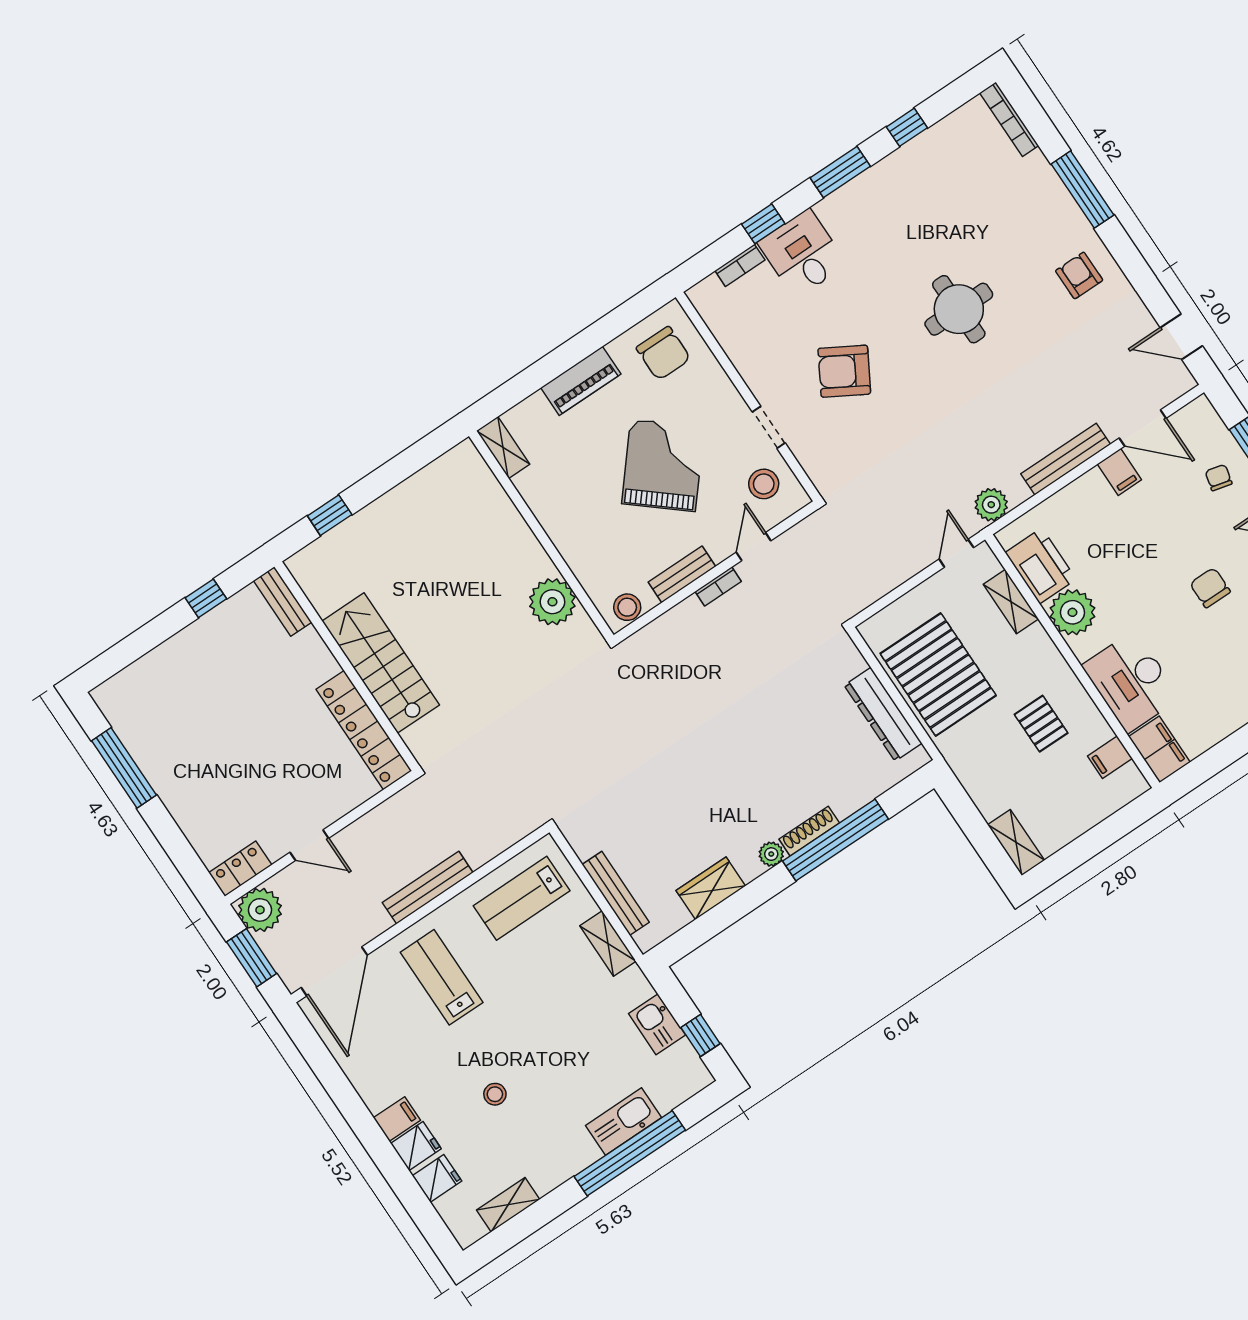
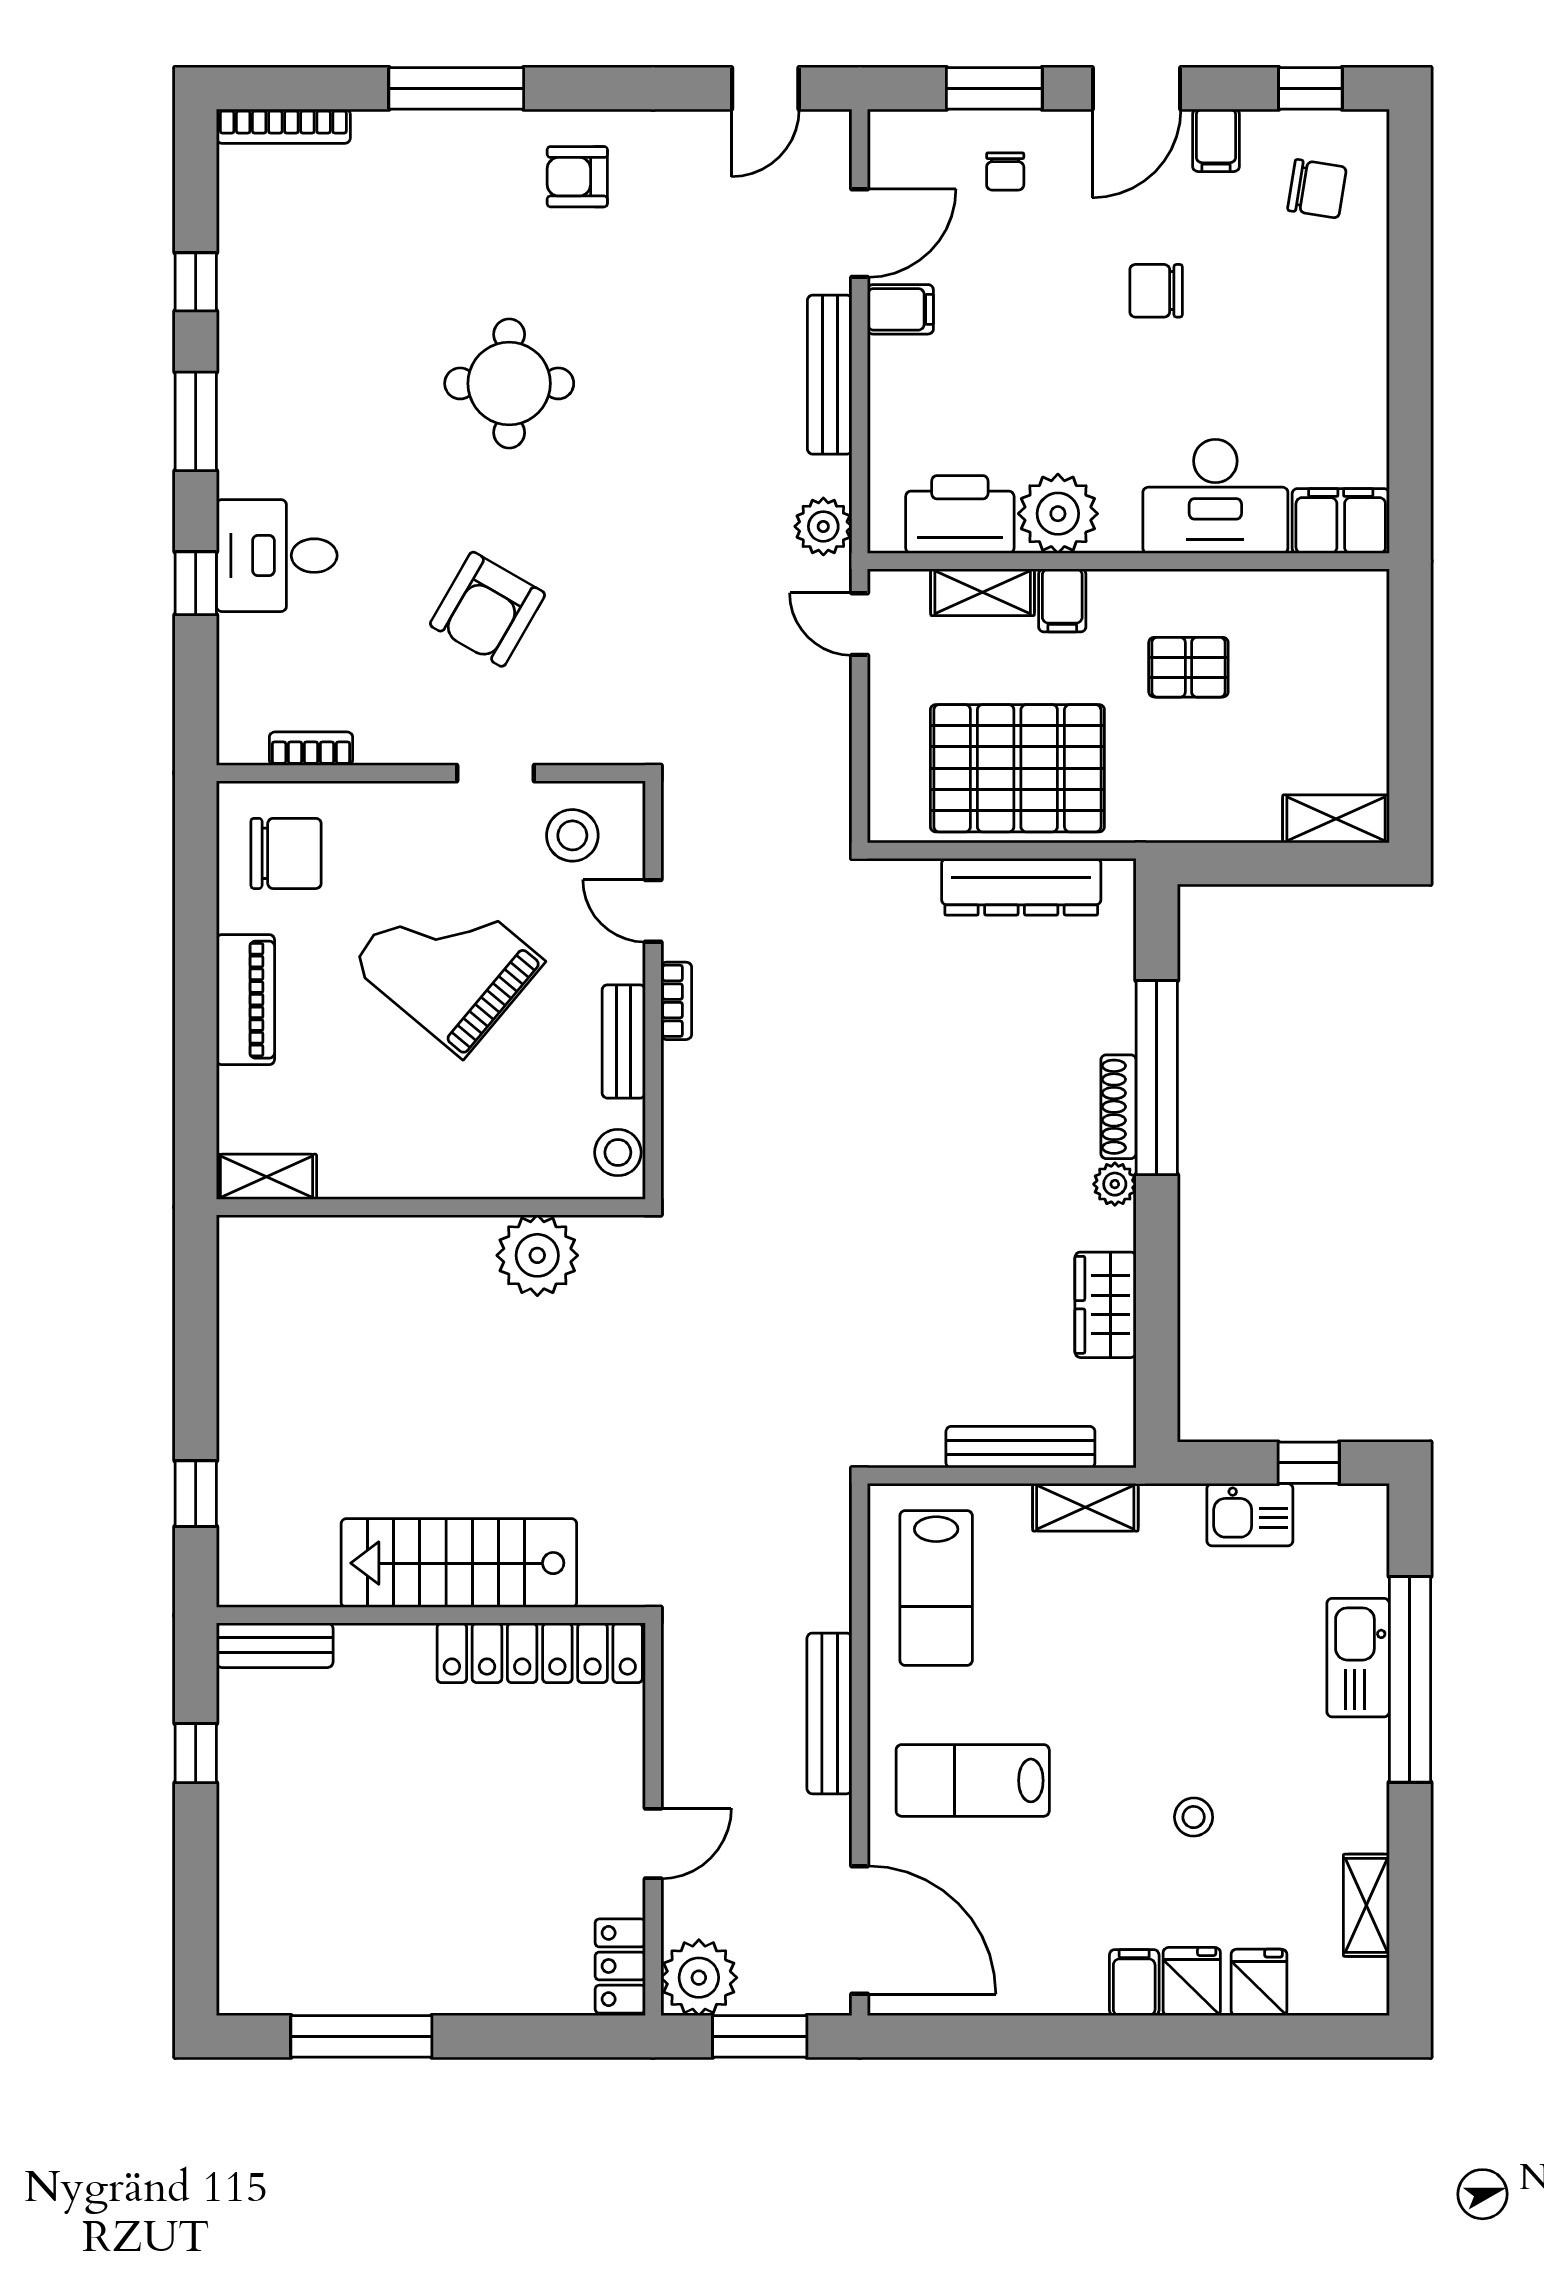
bookcase: (740, 265) -> (311, 749), moved, turned -90
chair: (1219, 478) -> (1005, 171), turned -104
filing cabinet: (1110, 757) -> (1062, 600), moved

